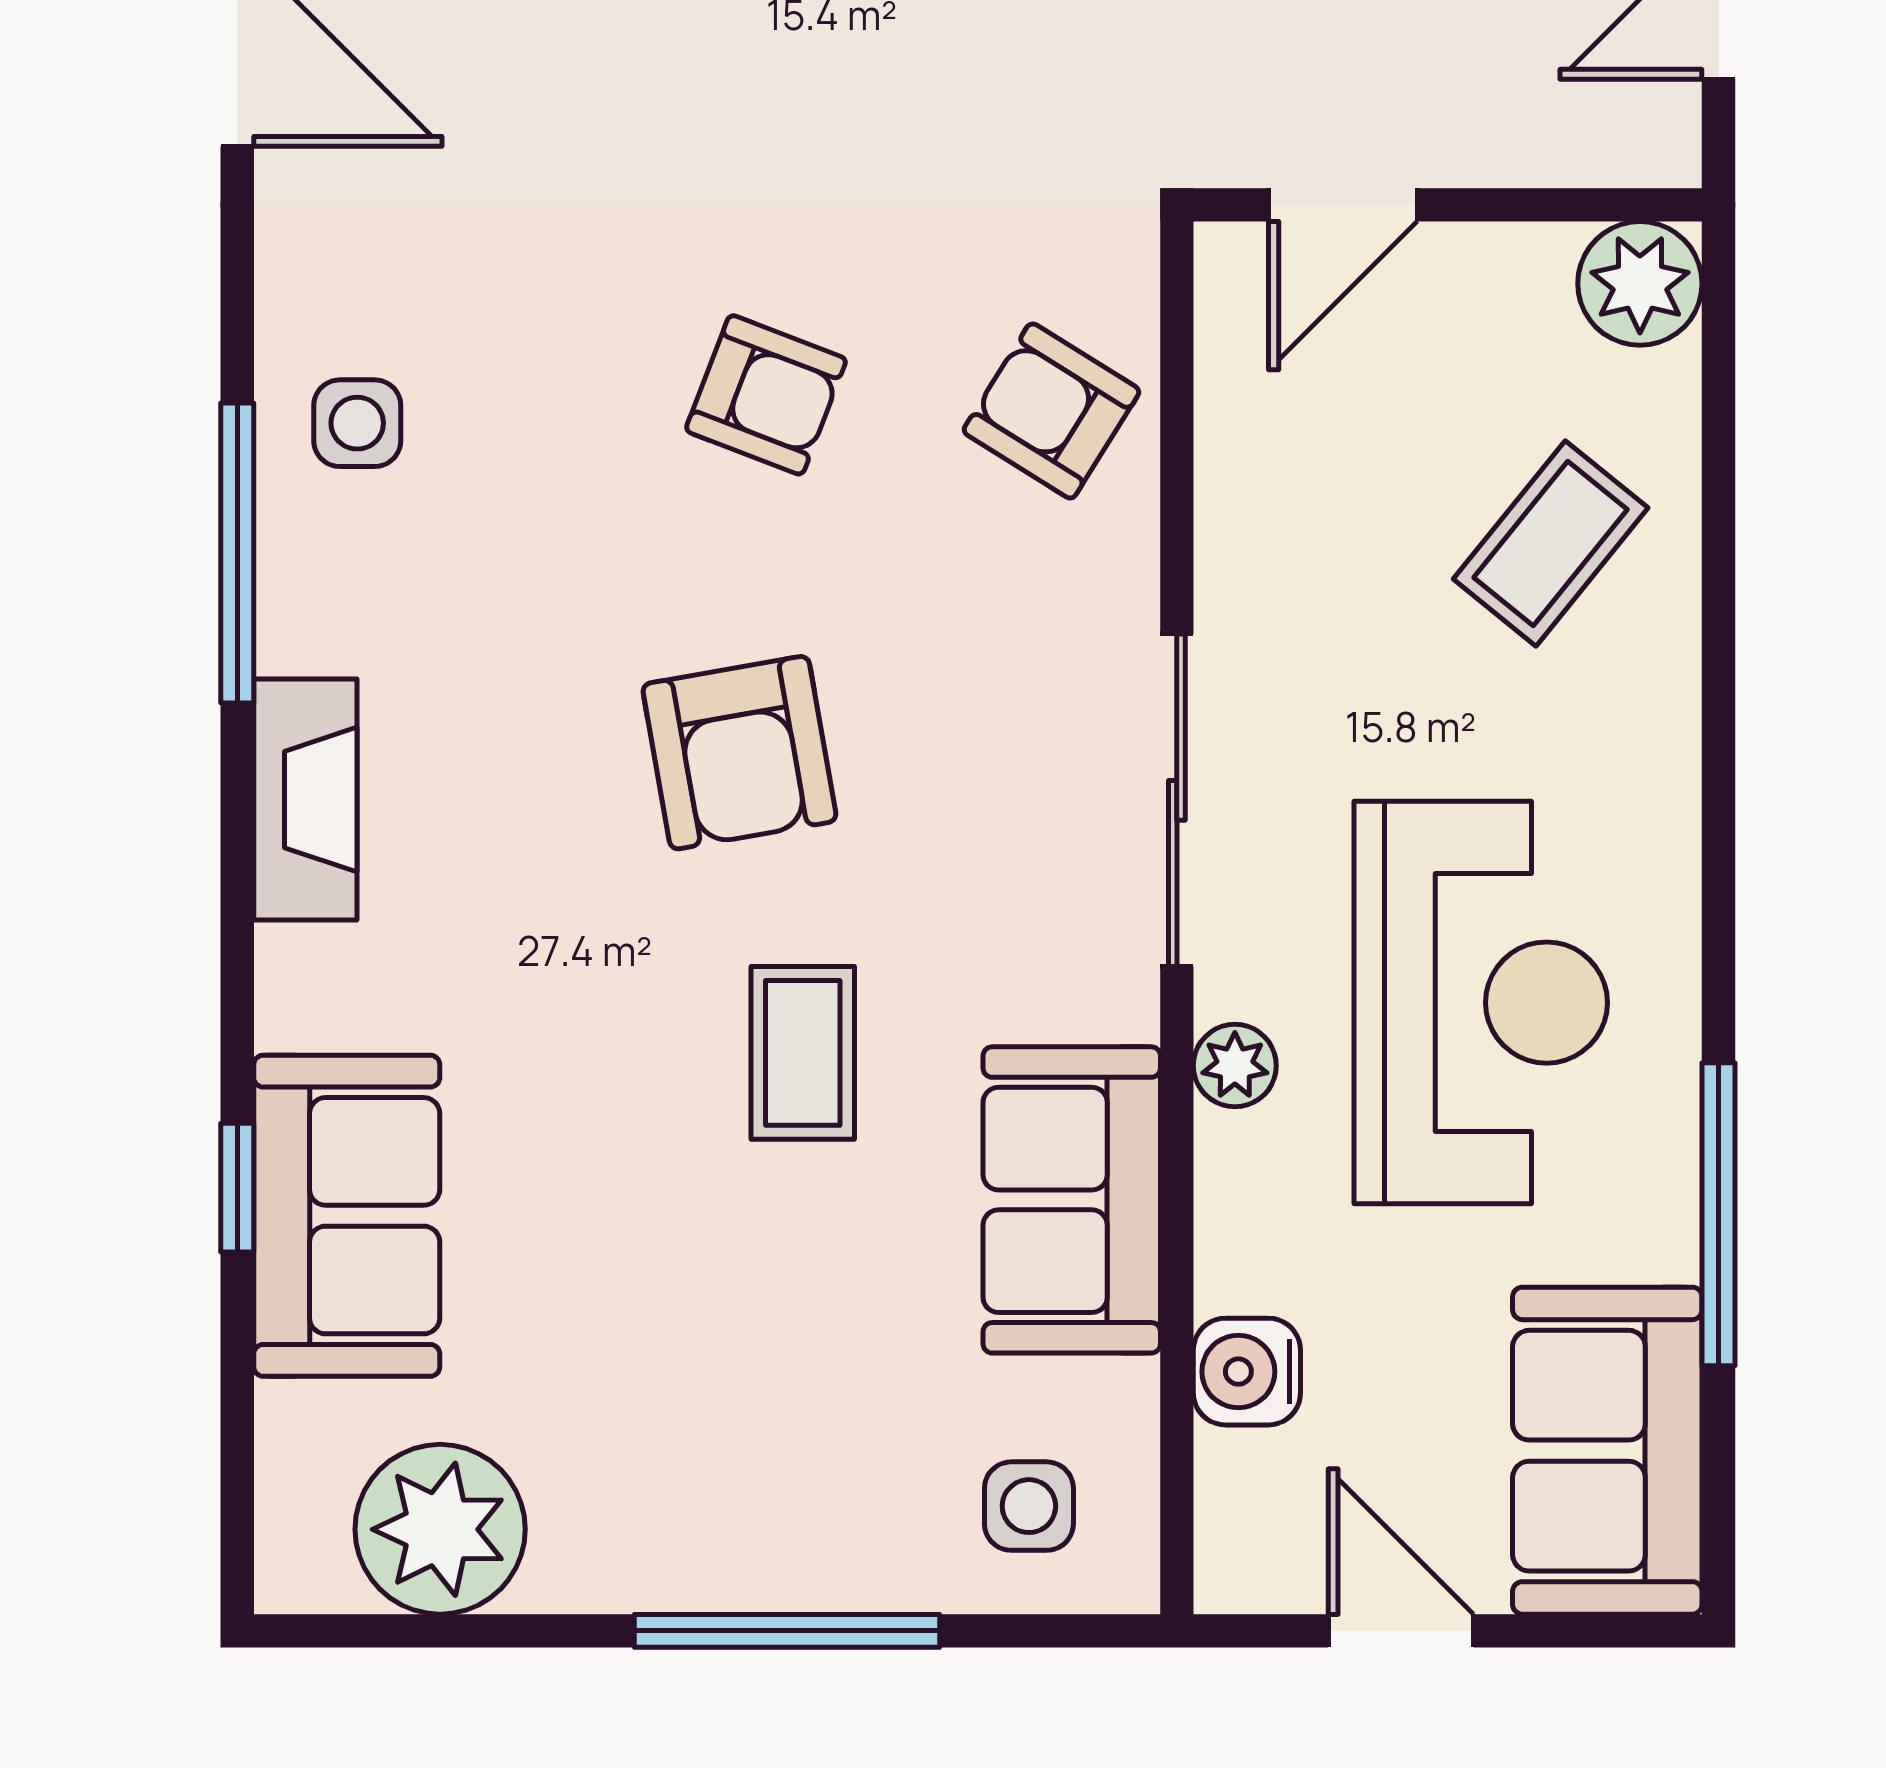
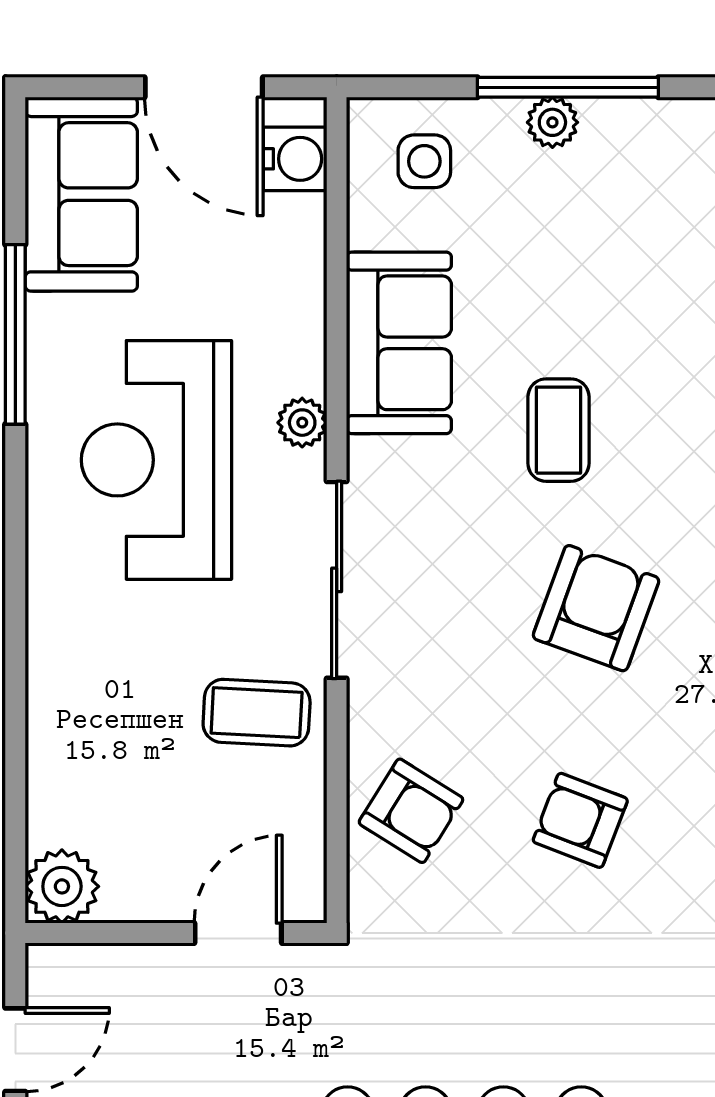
coffee table: (1551, 543) -> (257, 713), moved, turned 54
armchair: (739, 753) -> (596, 608), turned 30
water cooler: (1247, 1372) -> (295, 159), moved
plant: (813, 1572) -> (552, 122), added
door: (1401, 1631) -> (204, 87), width x1.38

